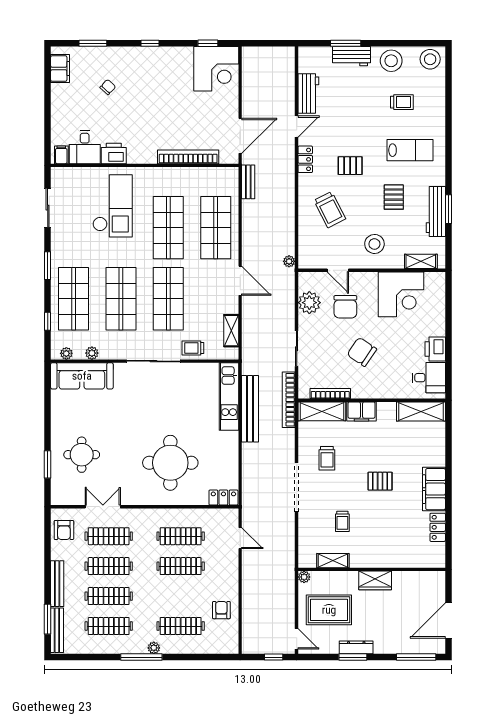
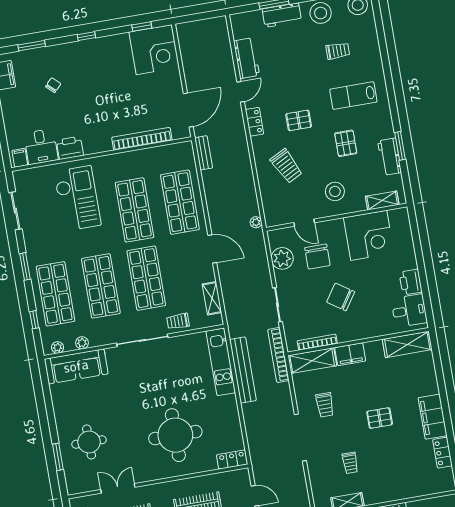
lab bench: (410, 150) -> (353, 96), turned 180
workbench: (436, 211) -> (390, 157), width x0.73

